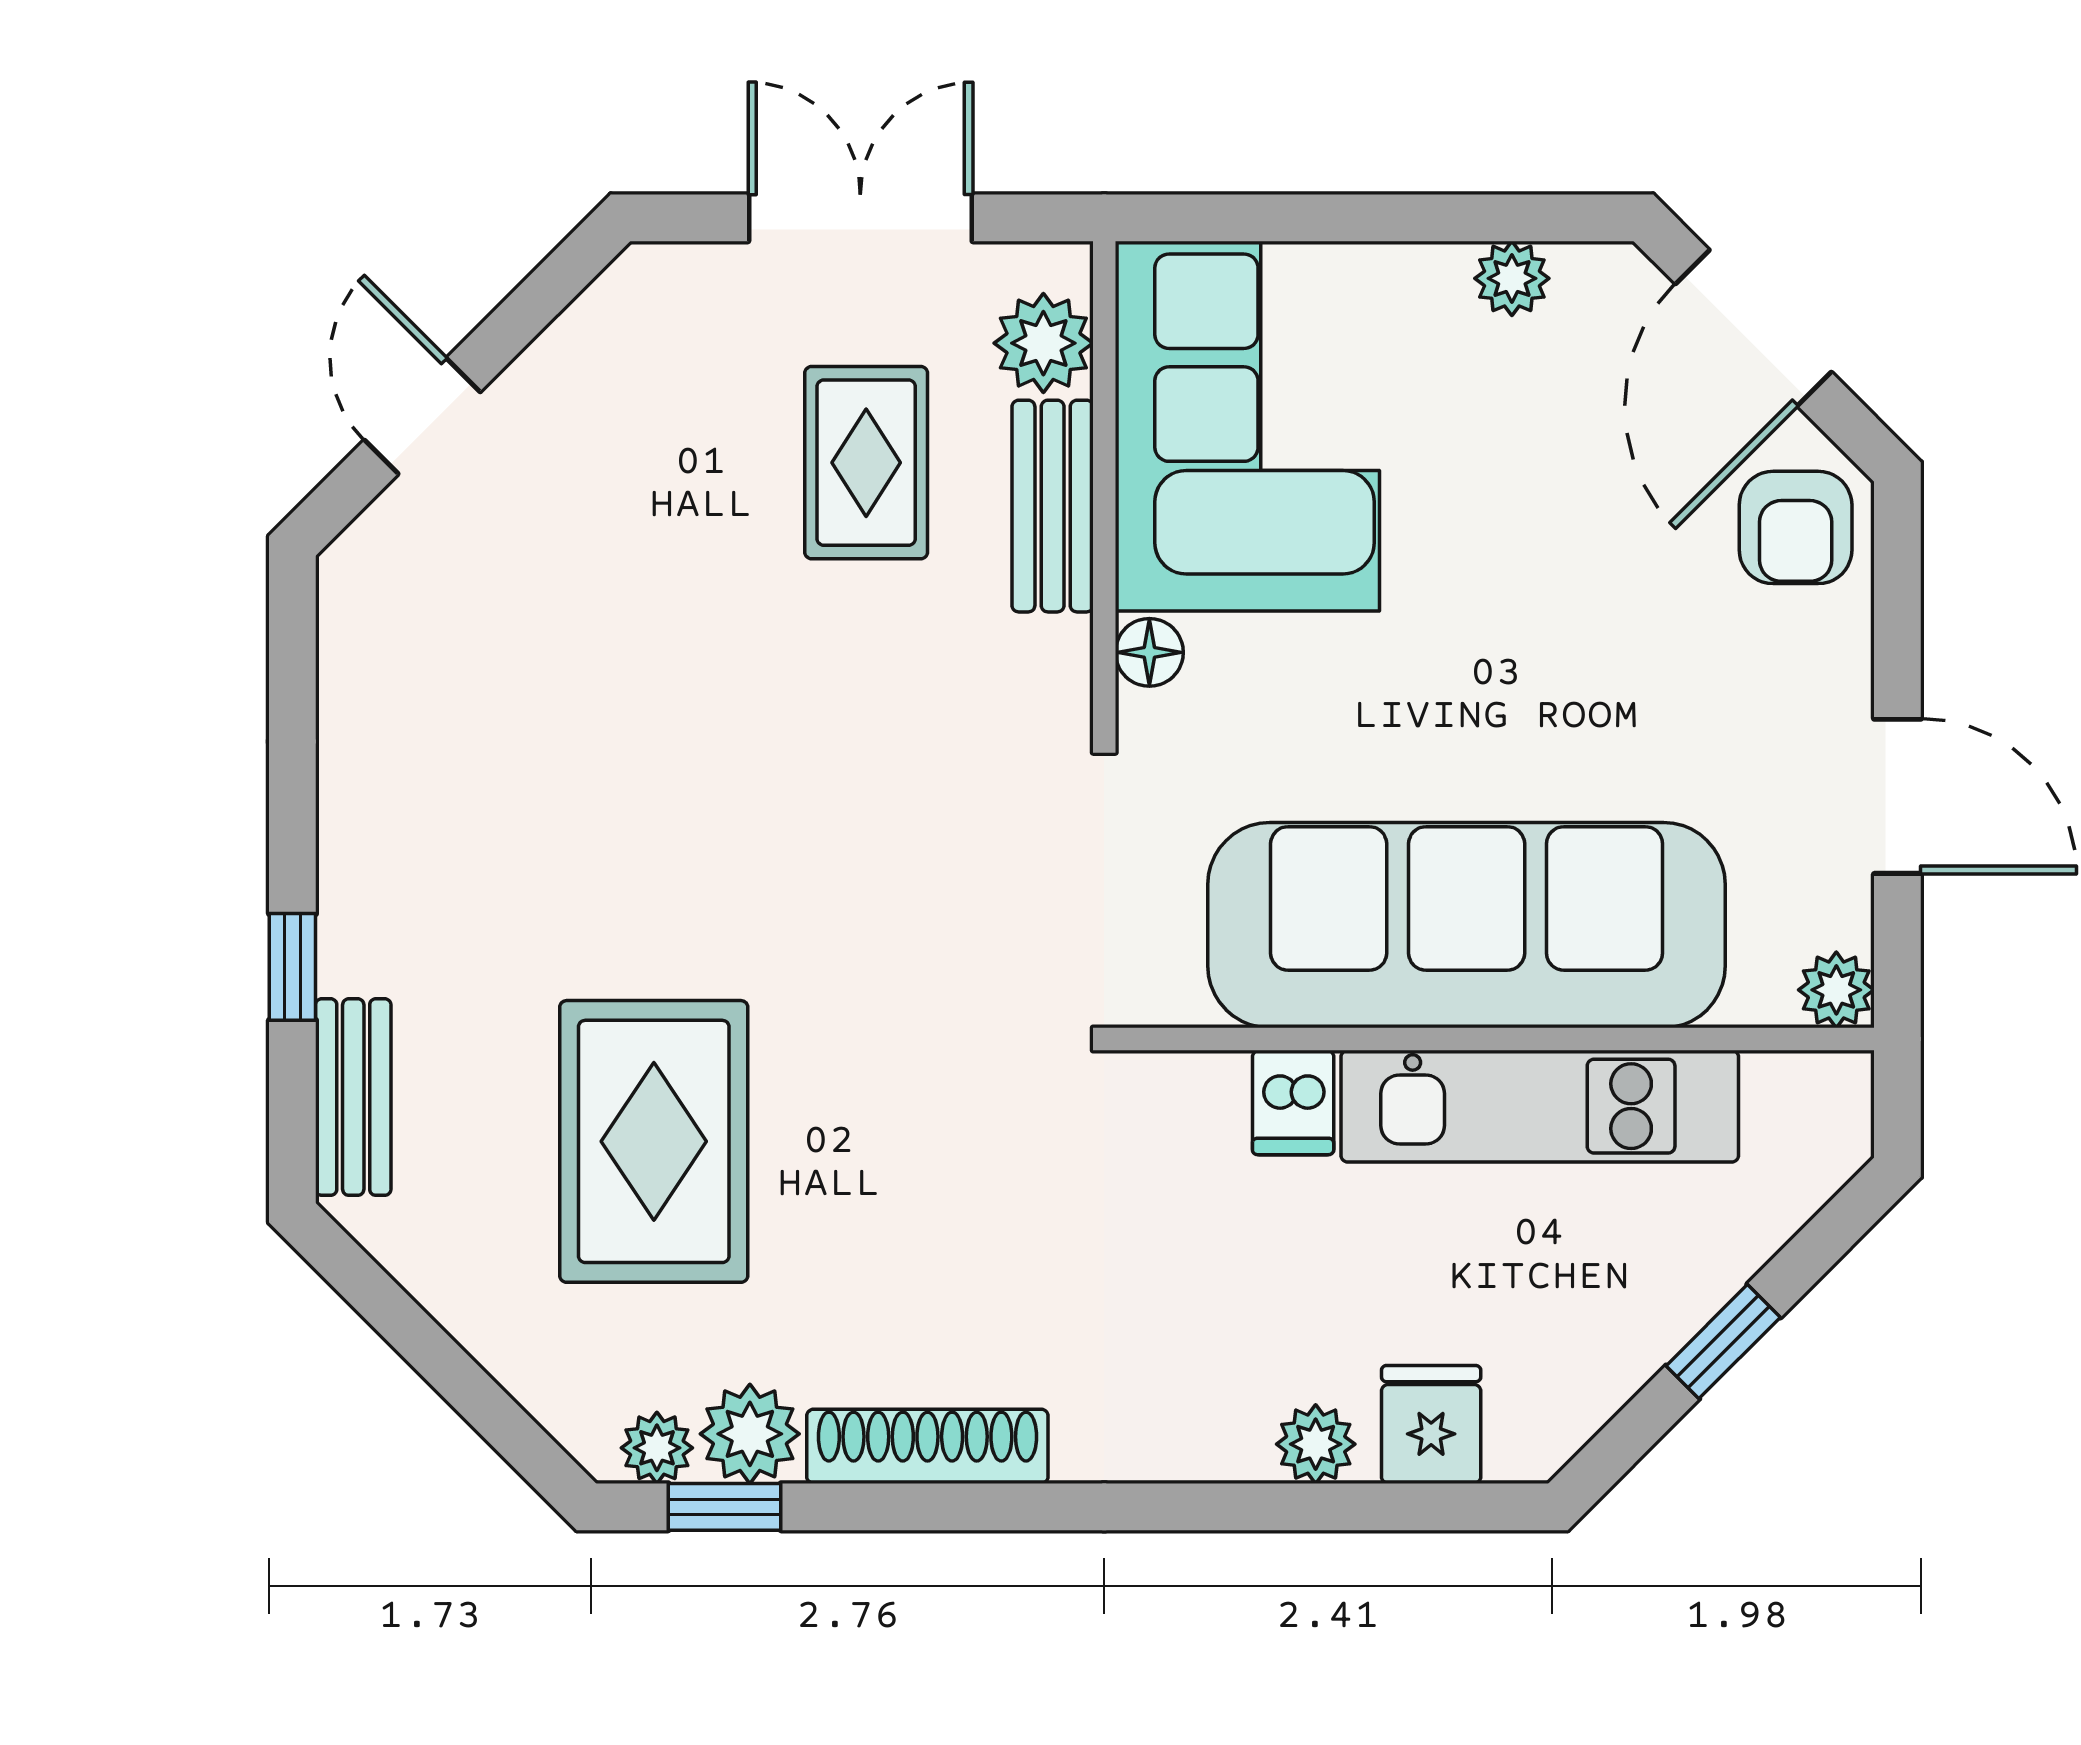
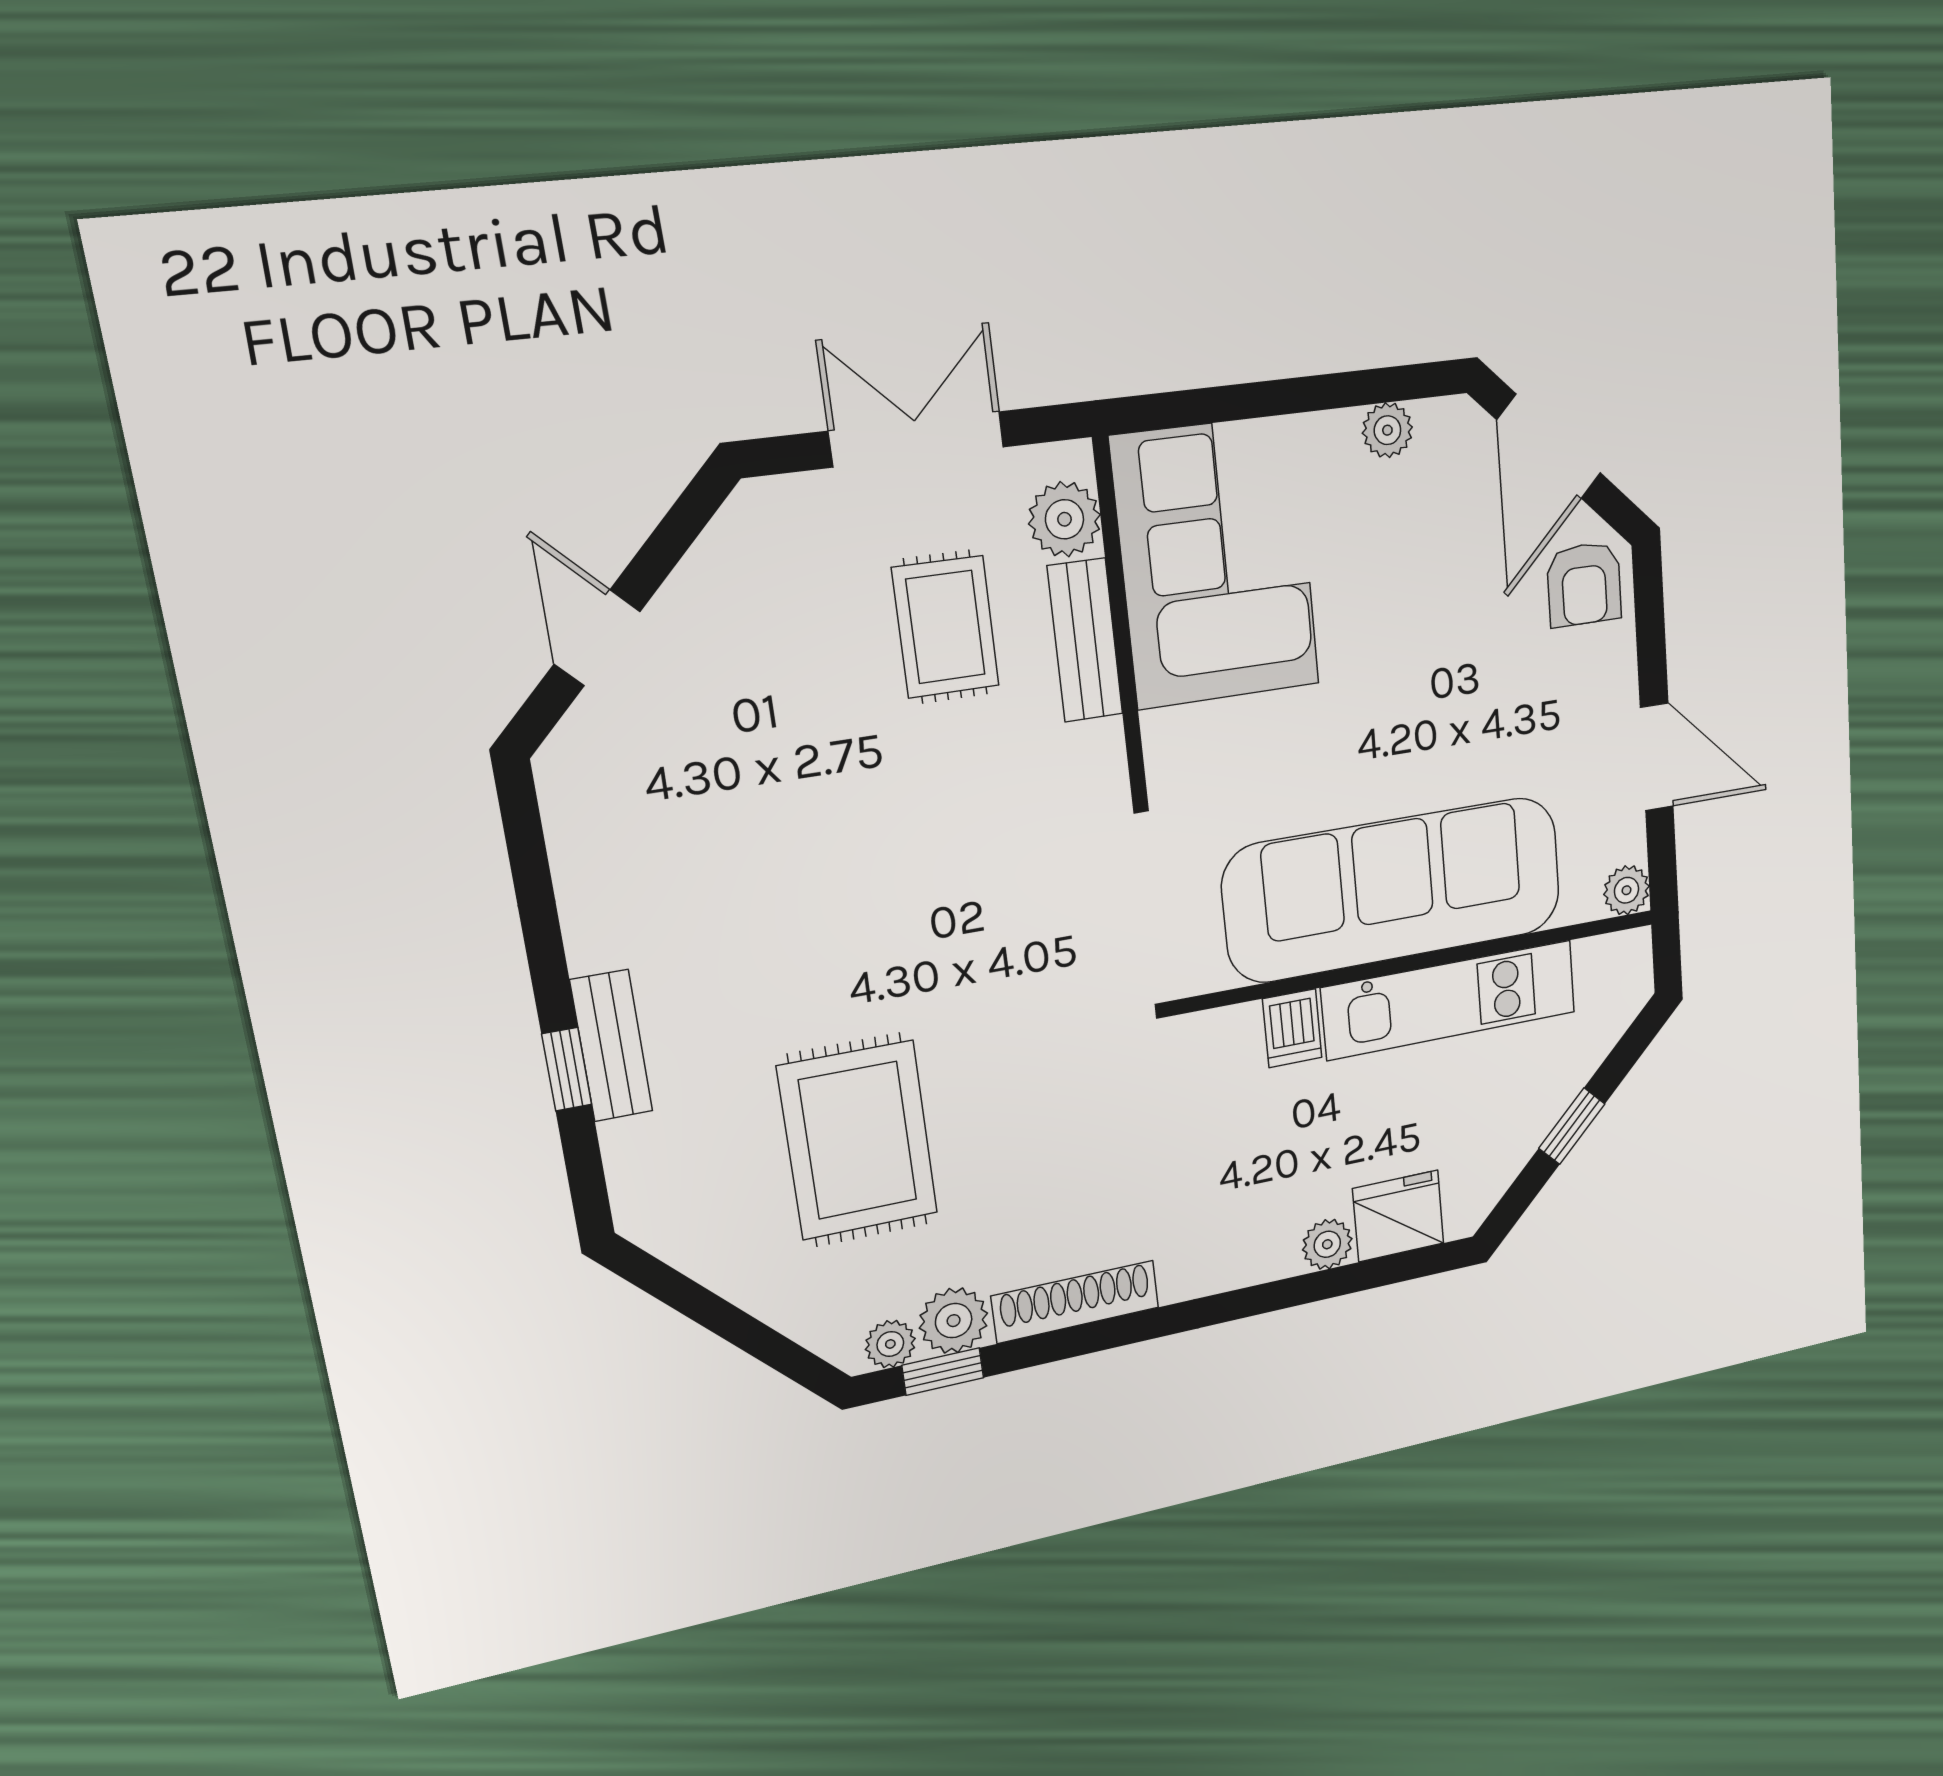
floor lamp: (1149, 652) -> (1165, 736), removed
bench: (353, 1097) -> (611, 1046), moved
fridge: (1431, 1424) -> (1398, 1216), width x1.38

